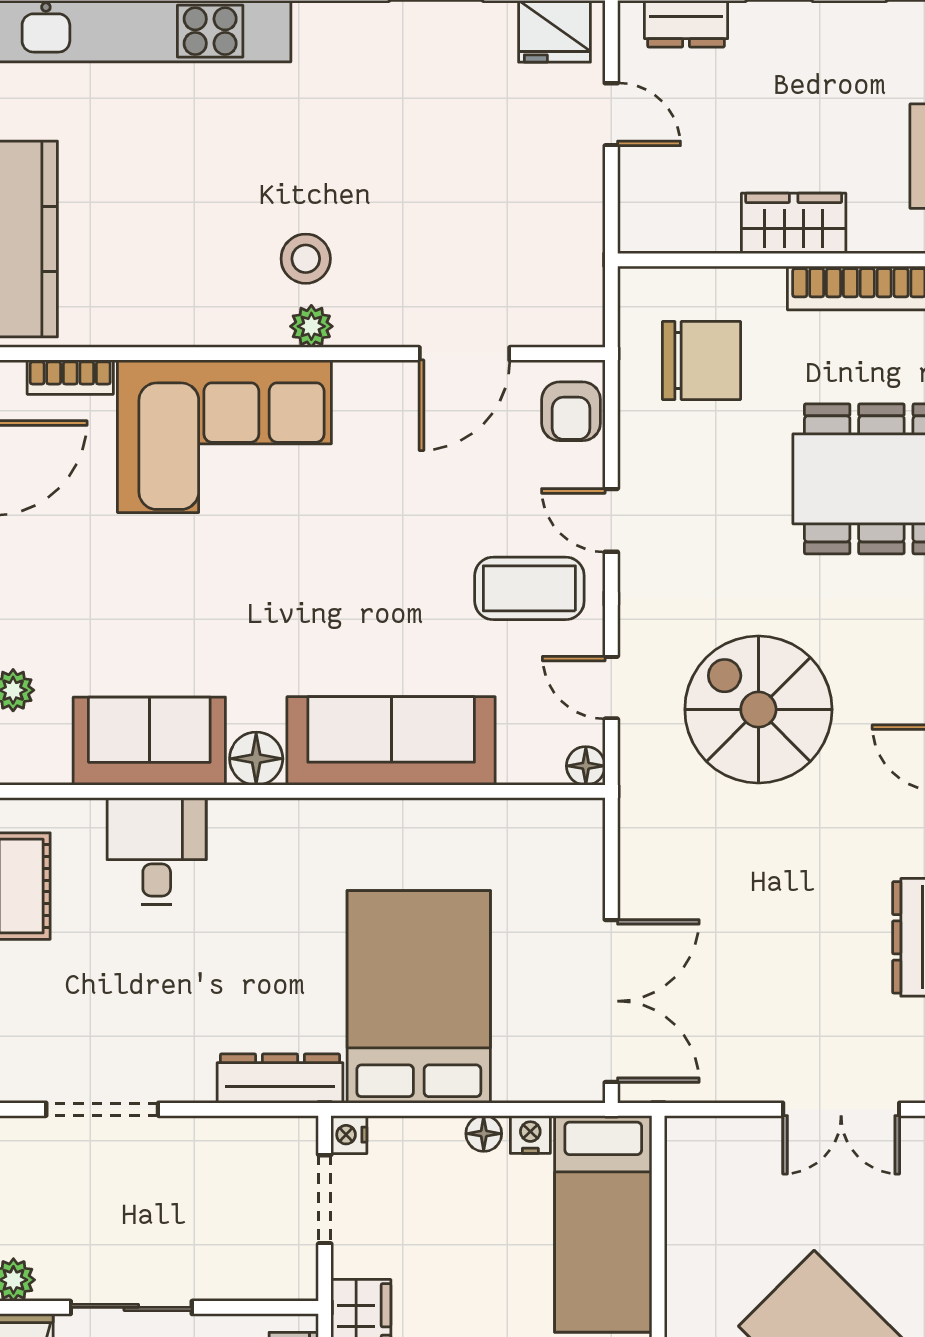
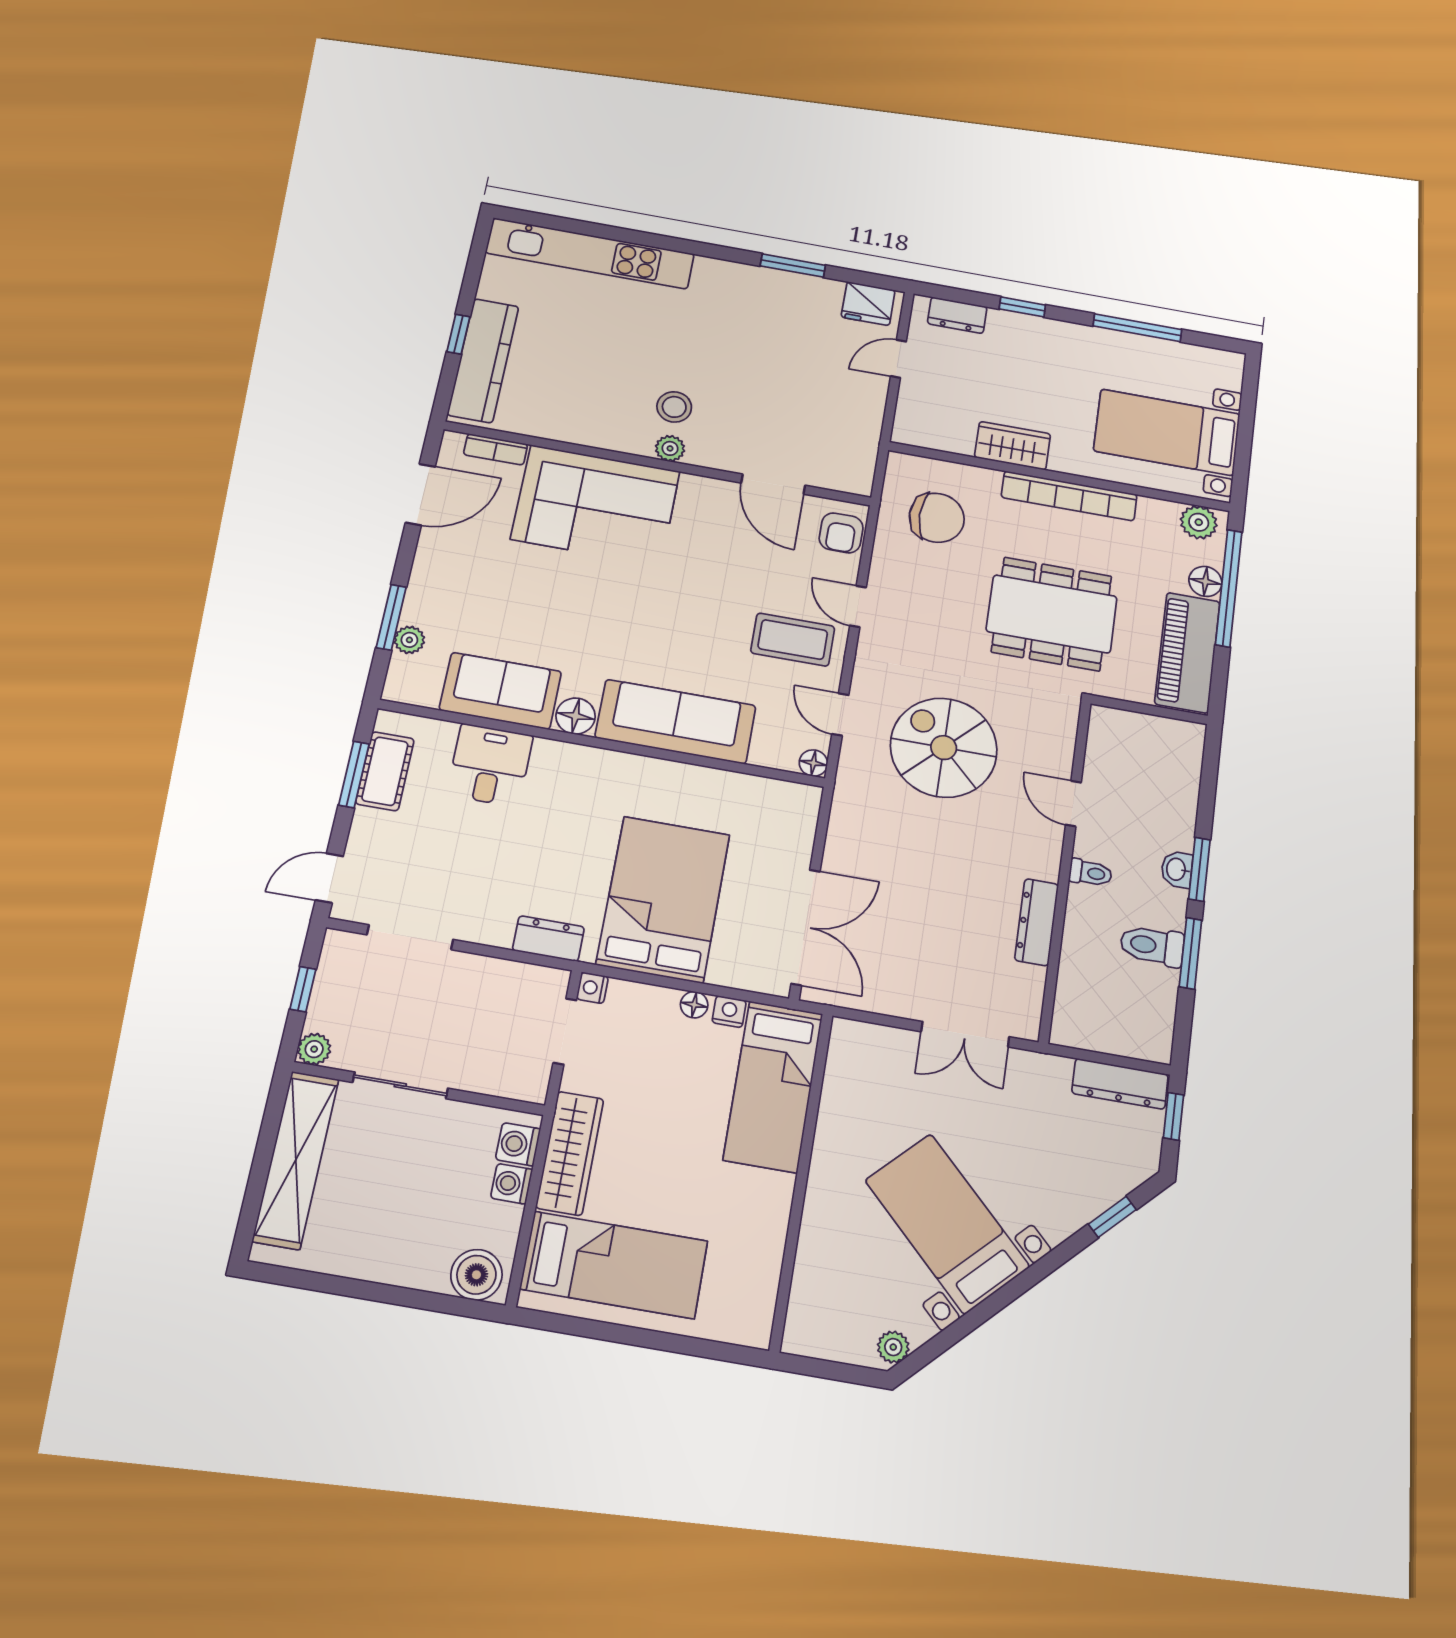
door: (611, 114) -> (898, 359), swing flipped
door: (465, 354) -> (773, 484), hinge flipped
dresser: (280, 1078) -> (548, 939), width x0.70

